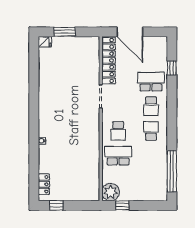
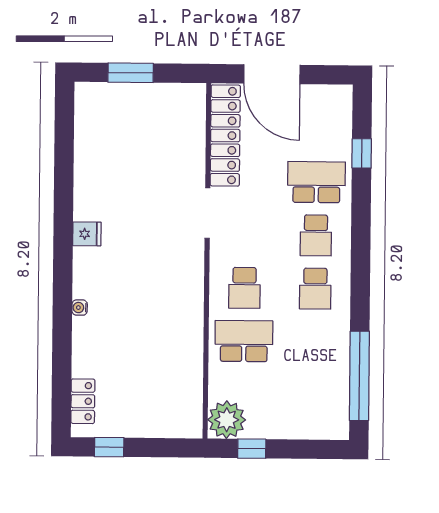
fridge: (45, 42) -> (87, 234), moved
school desk: (151, 131) -> (315, 289), turned 180

